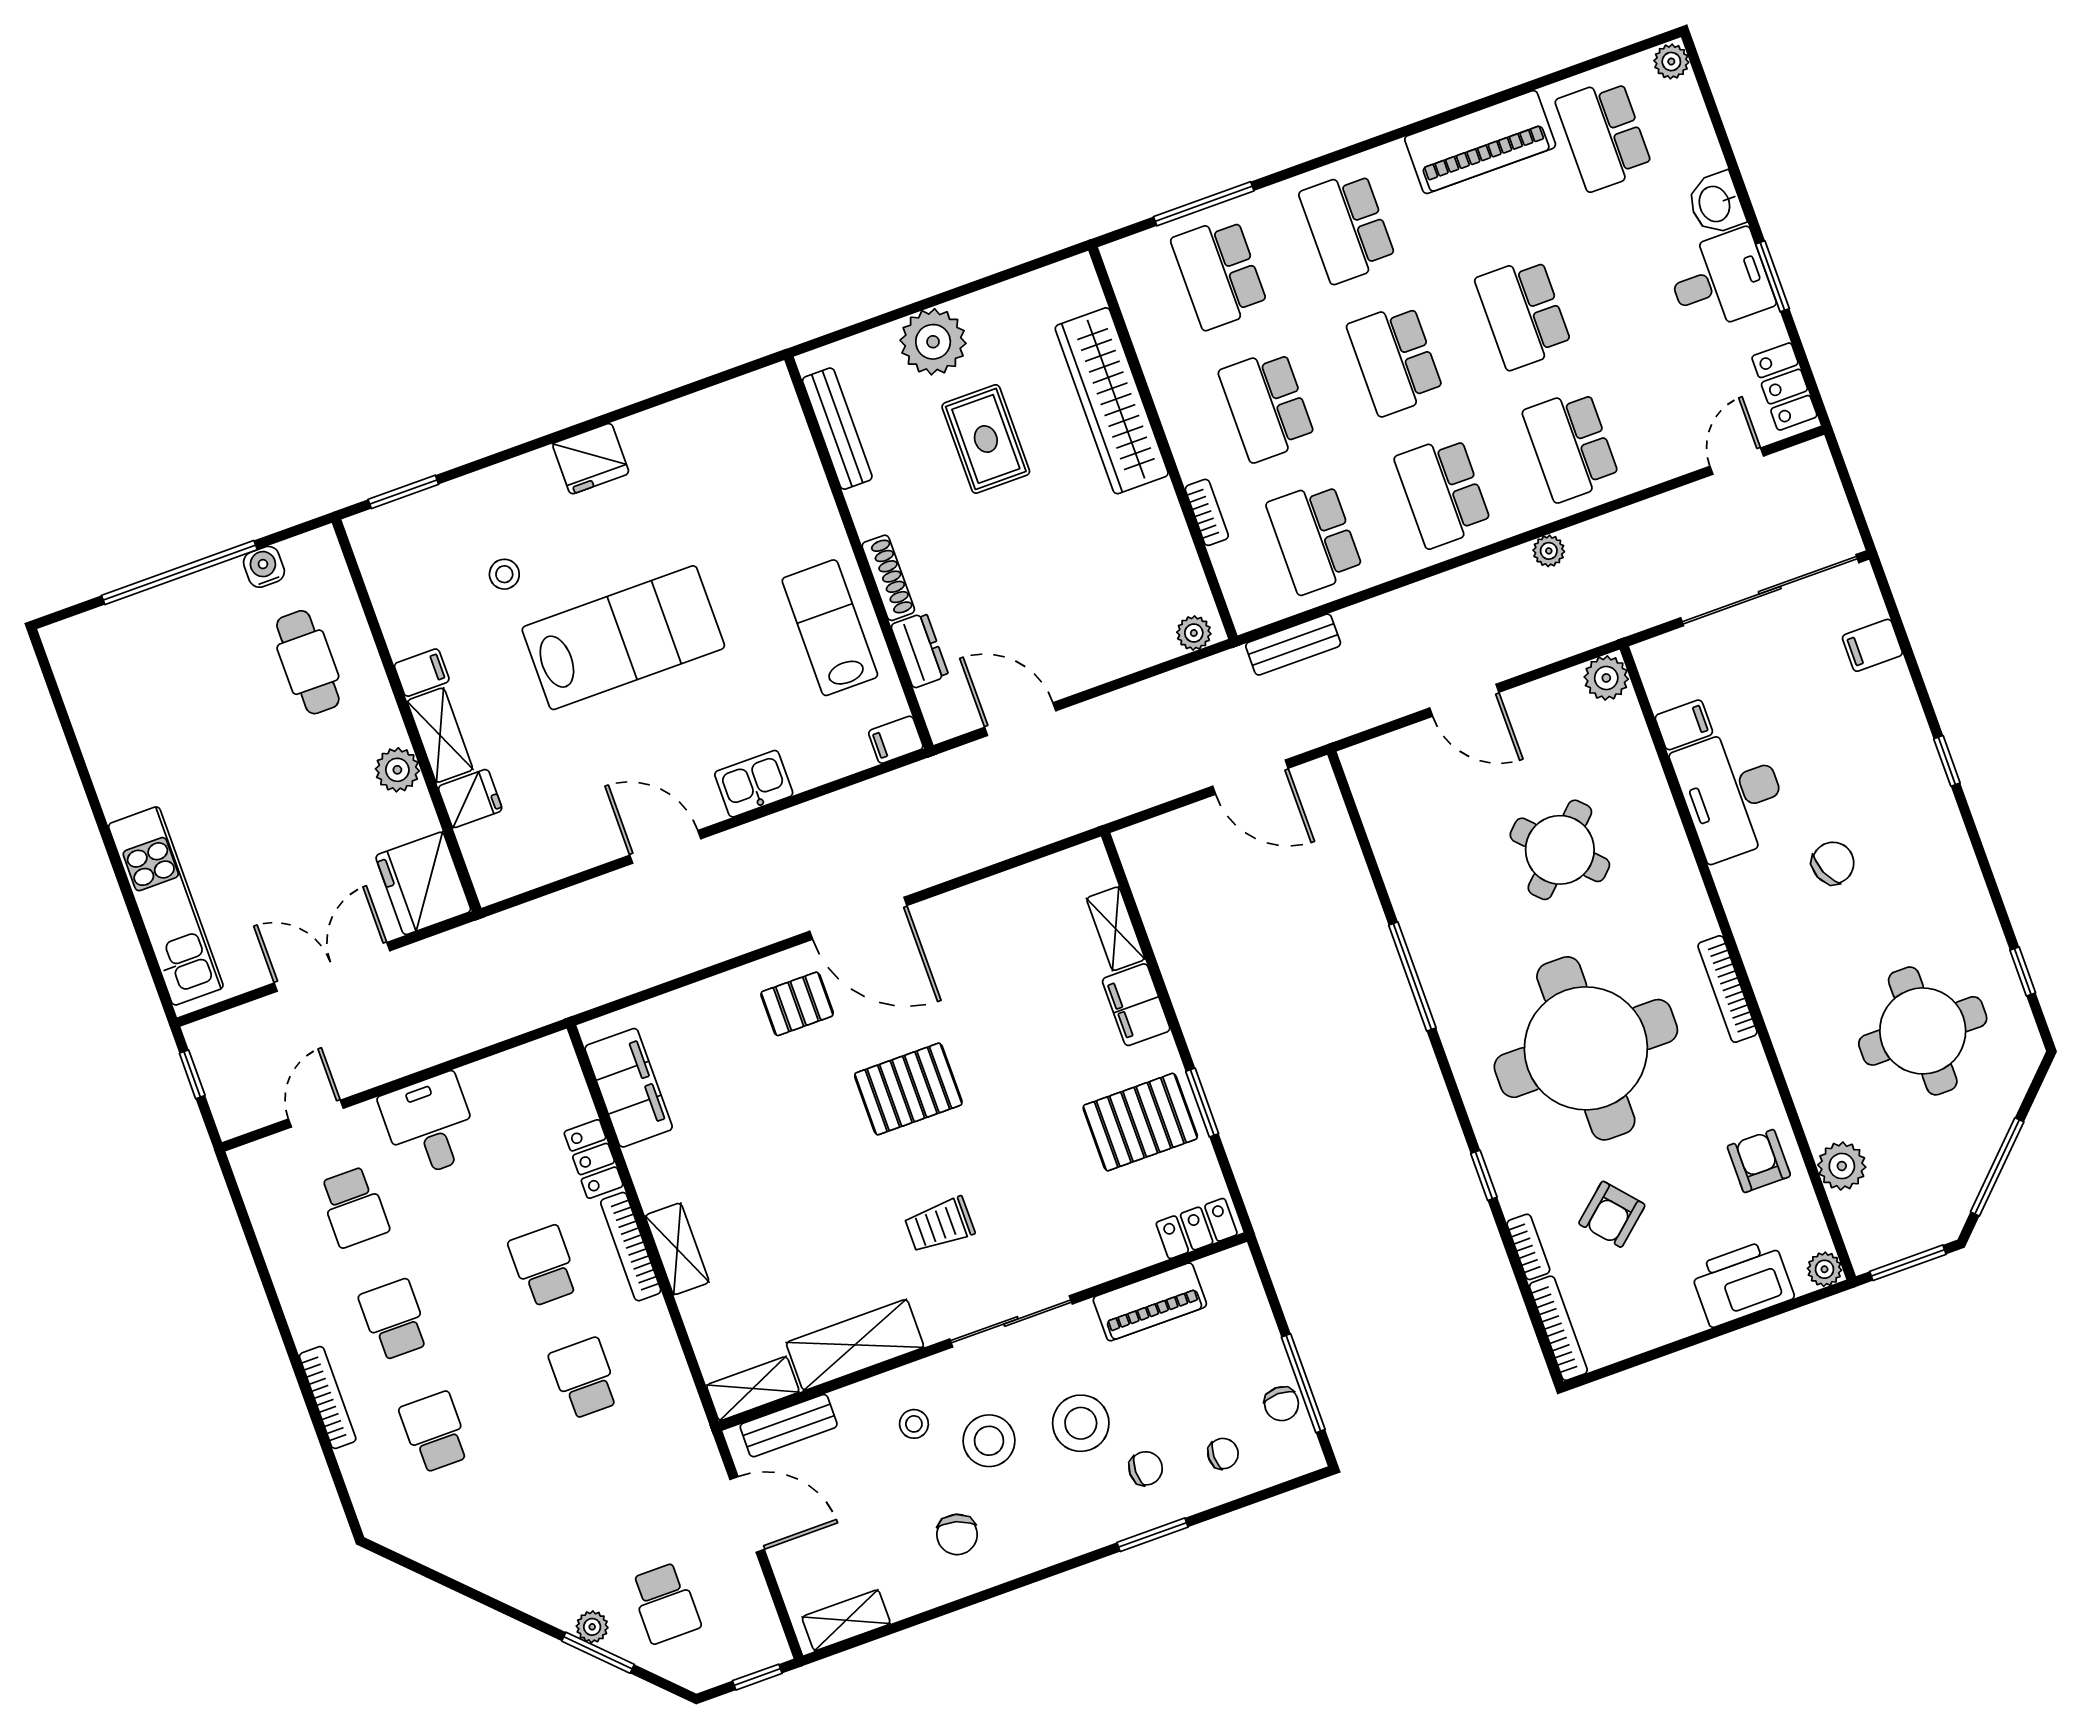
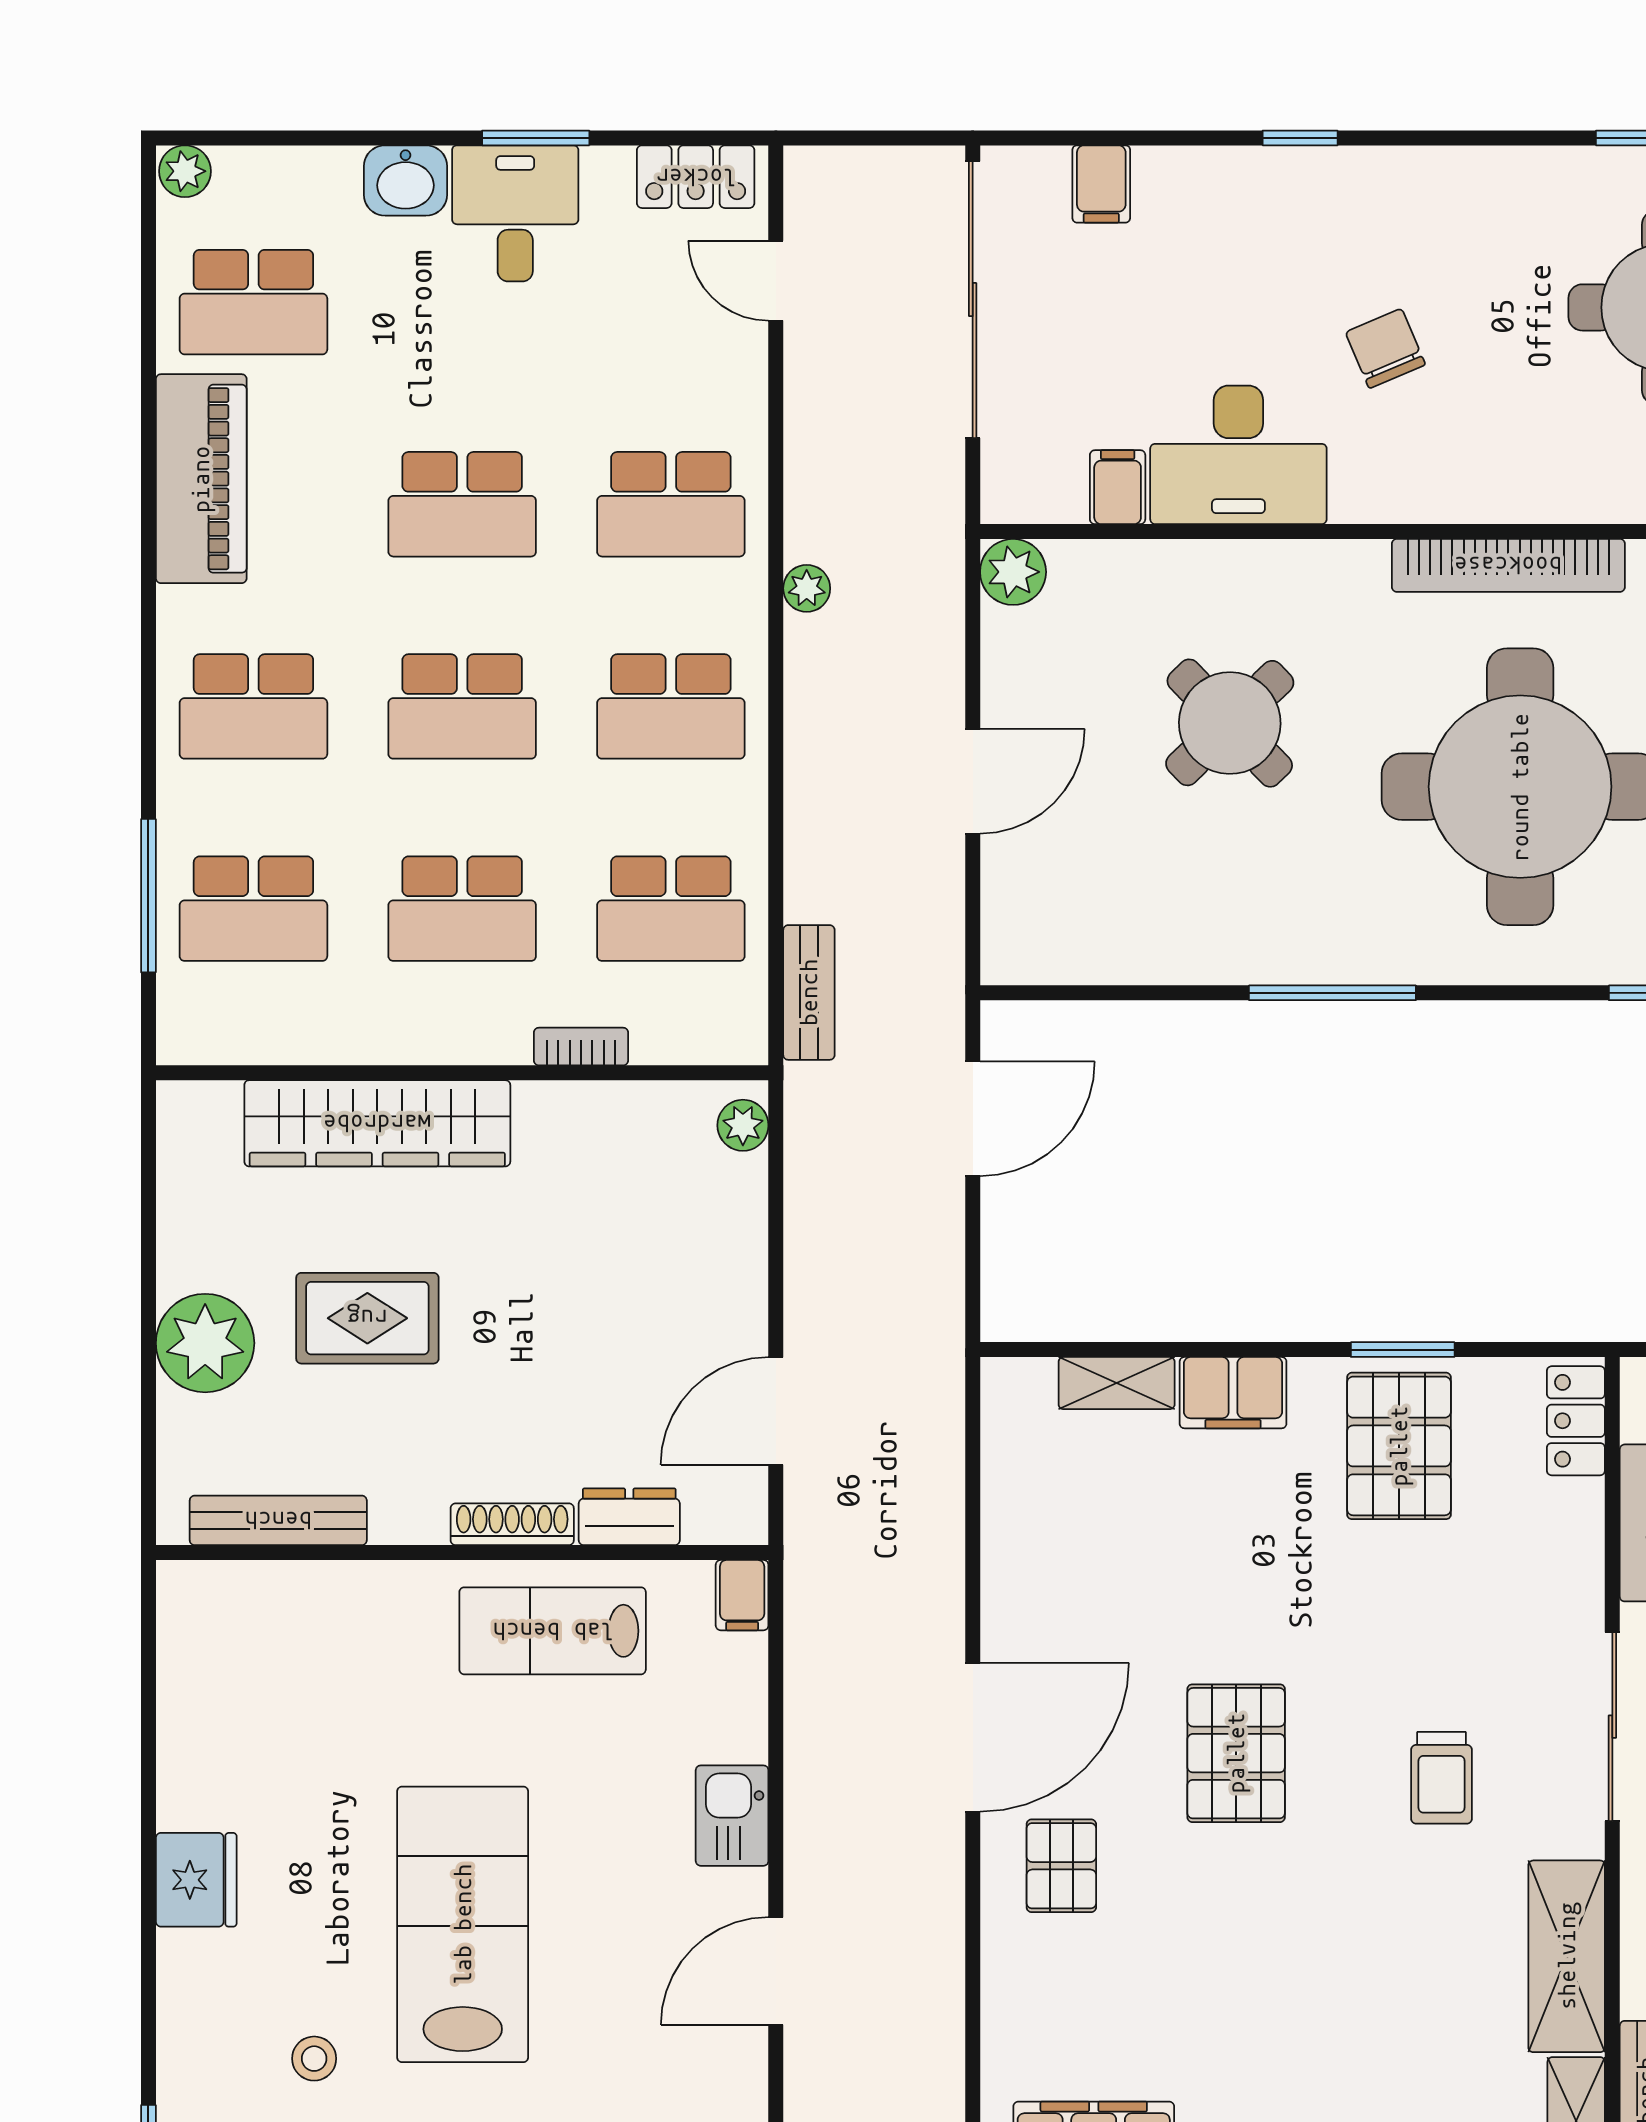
bookcase: (1727, 989) -> (1508, 565), width x1.48, depth x1.31

